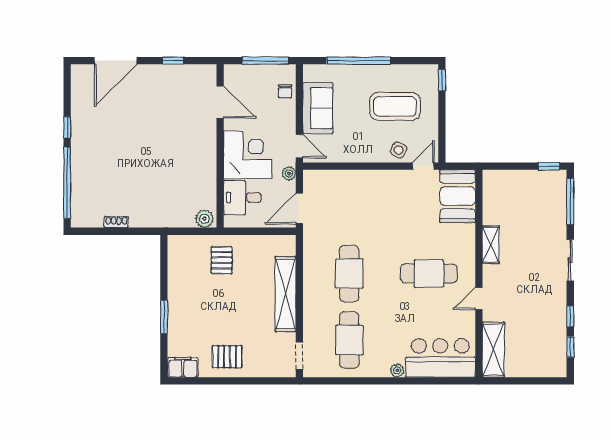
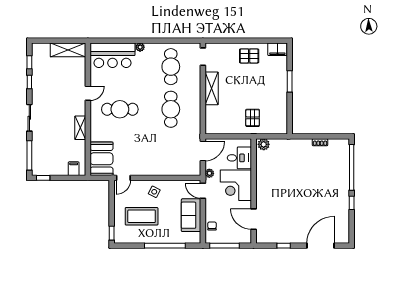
side table: (399, 150) -> (154, 192), moved
filing cabinet: (501, 181) -> (74, 169), added
shelving: (286, 294) -> (212, 88), width x0.68
shelving: (493, 350) -> (68, 50), moved, turned 90

